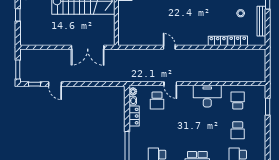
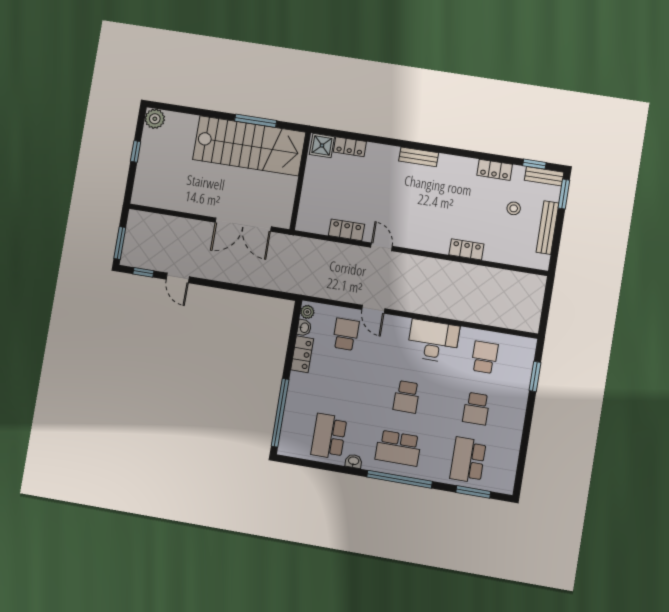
locker: (238, 41) -> (346, 230), moved
school desk: (157, 100) -> (346, 334), turned 180
school desk: (197, 130) -> (407, 397), added

